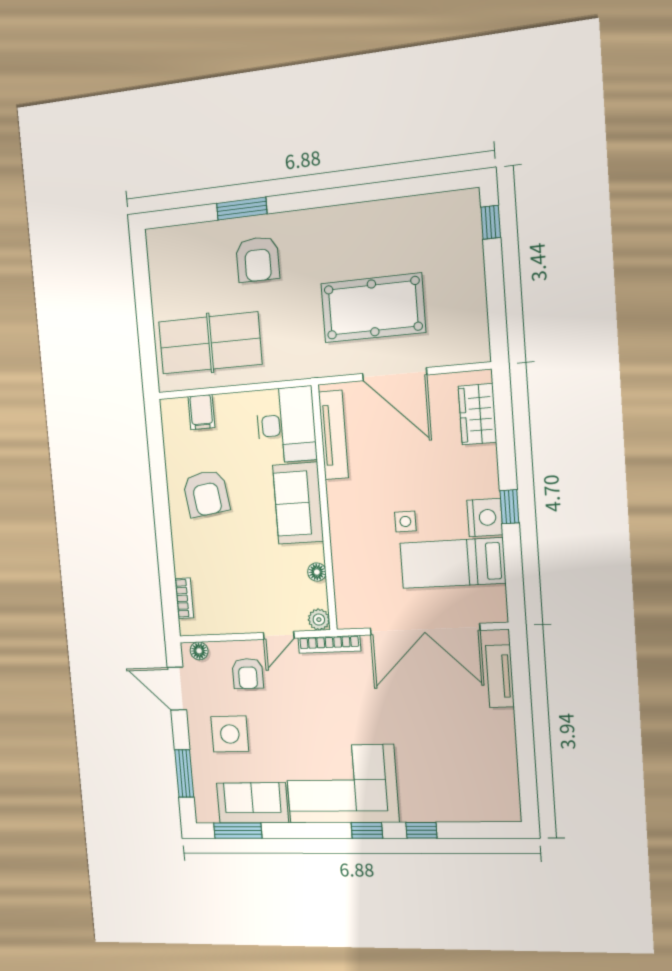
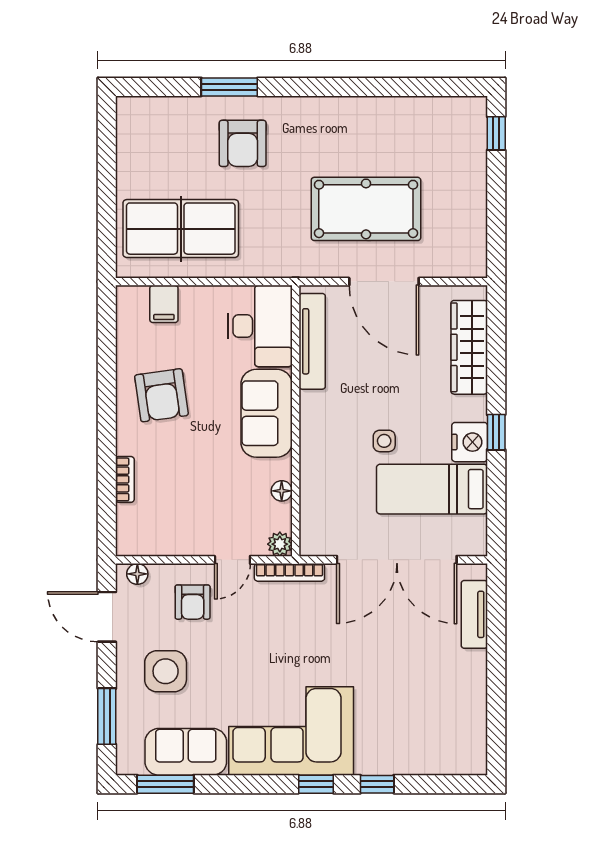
wardrobe: (477, 414) -> (469, 347), width x1.50
bookcase: (184, 598) -> (125, 479), moved

